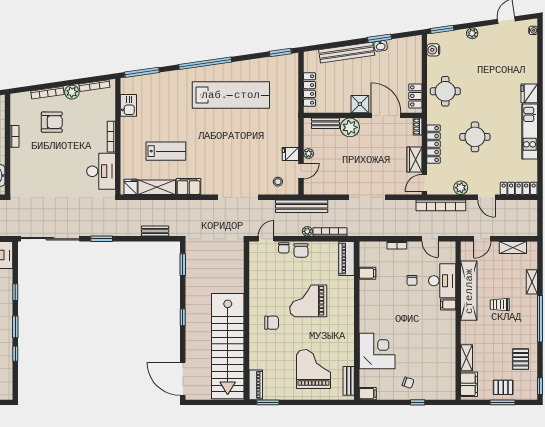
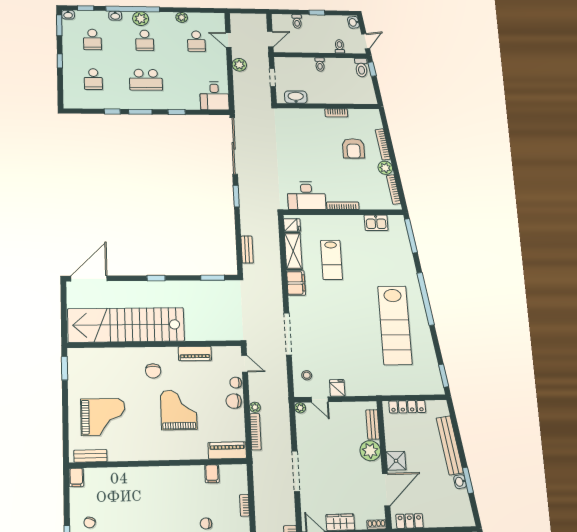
plant: (309, 153) -> (300, 408), moved
bench: (302, 206) -> (282, 401), removed
corner desk: (377, 351) -> (125, 487), removed
piano: (256, 385) -> (195, 354), moved

